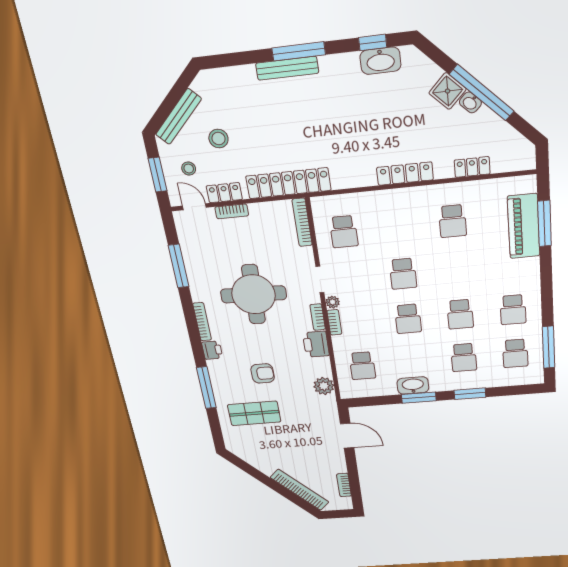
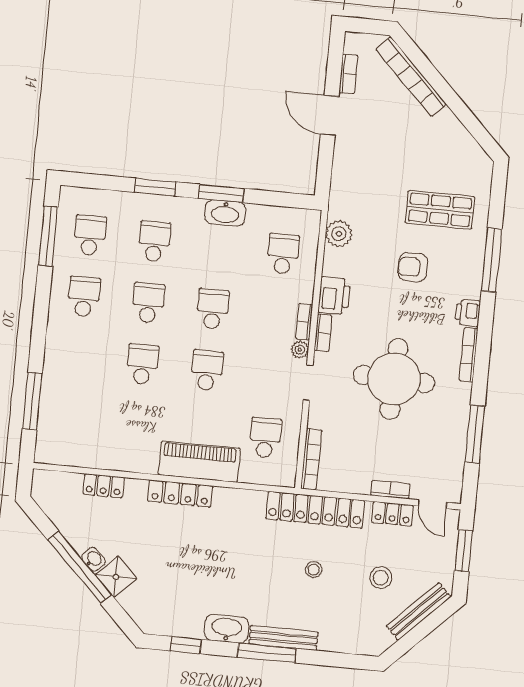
washbasin: (380, 61) -> (227, 629), moved
stool: (189, 169) -> (314, 570), moved
school desk: (453, 221) -> (142, 364), moved
piano: (524, 226) -> (199, 462), moved, turned -90
door: (347, 436) -> (330, 115), moved

